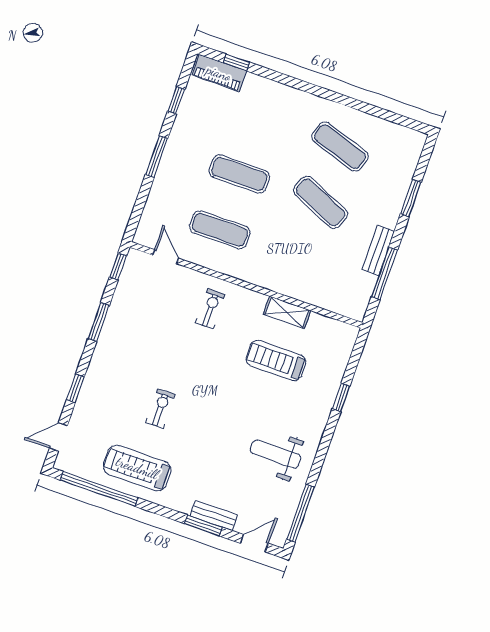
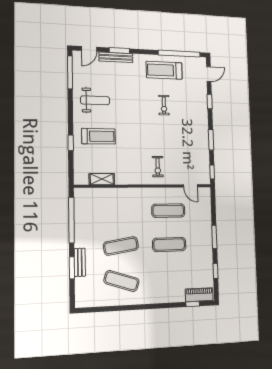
exercise mat: (320, 202) -> (121, 246), turned -33
bench: (378, 250) -> (80, 262), moved
window: (385, 273) -> (71, 220), width x1.46
shelving: (287, 312) -> (102, 179), moved
treadmill: (276, 360) -> (98, 136), moved
treadmill: (137, 468) -> (164, 70), turned 180
bench: (214, 516) -> (116, 57), width x1.36

